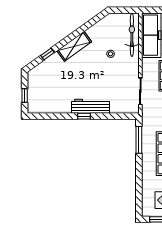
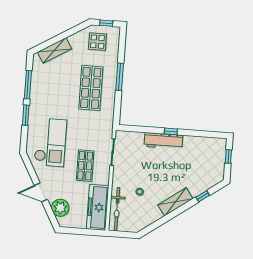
window: (139, 140) -> (120, 77), moved

